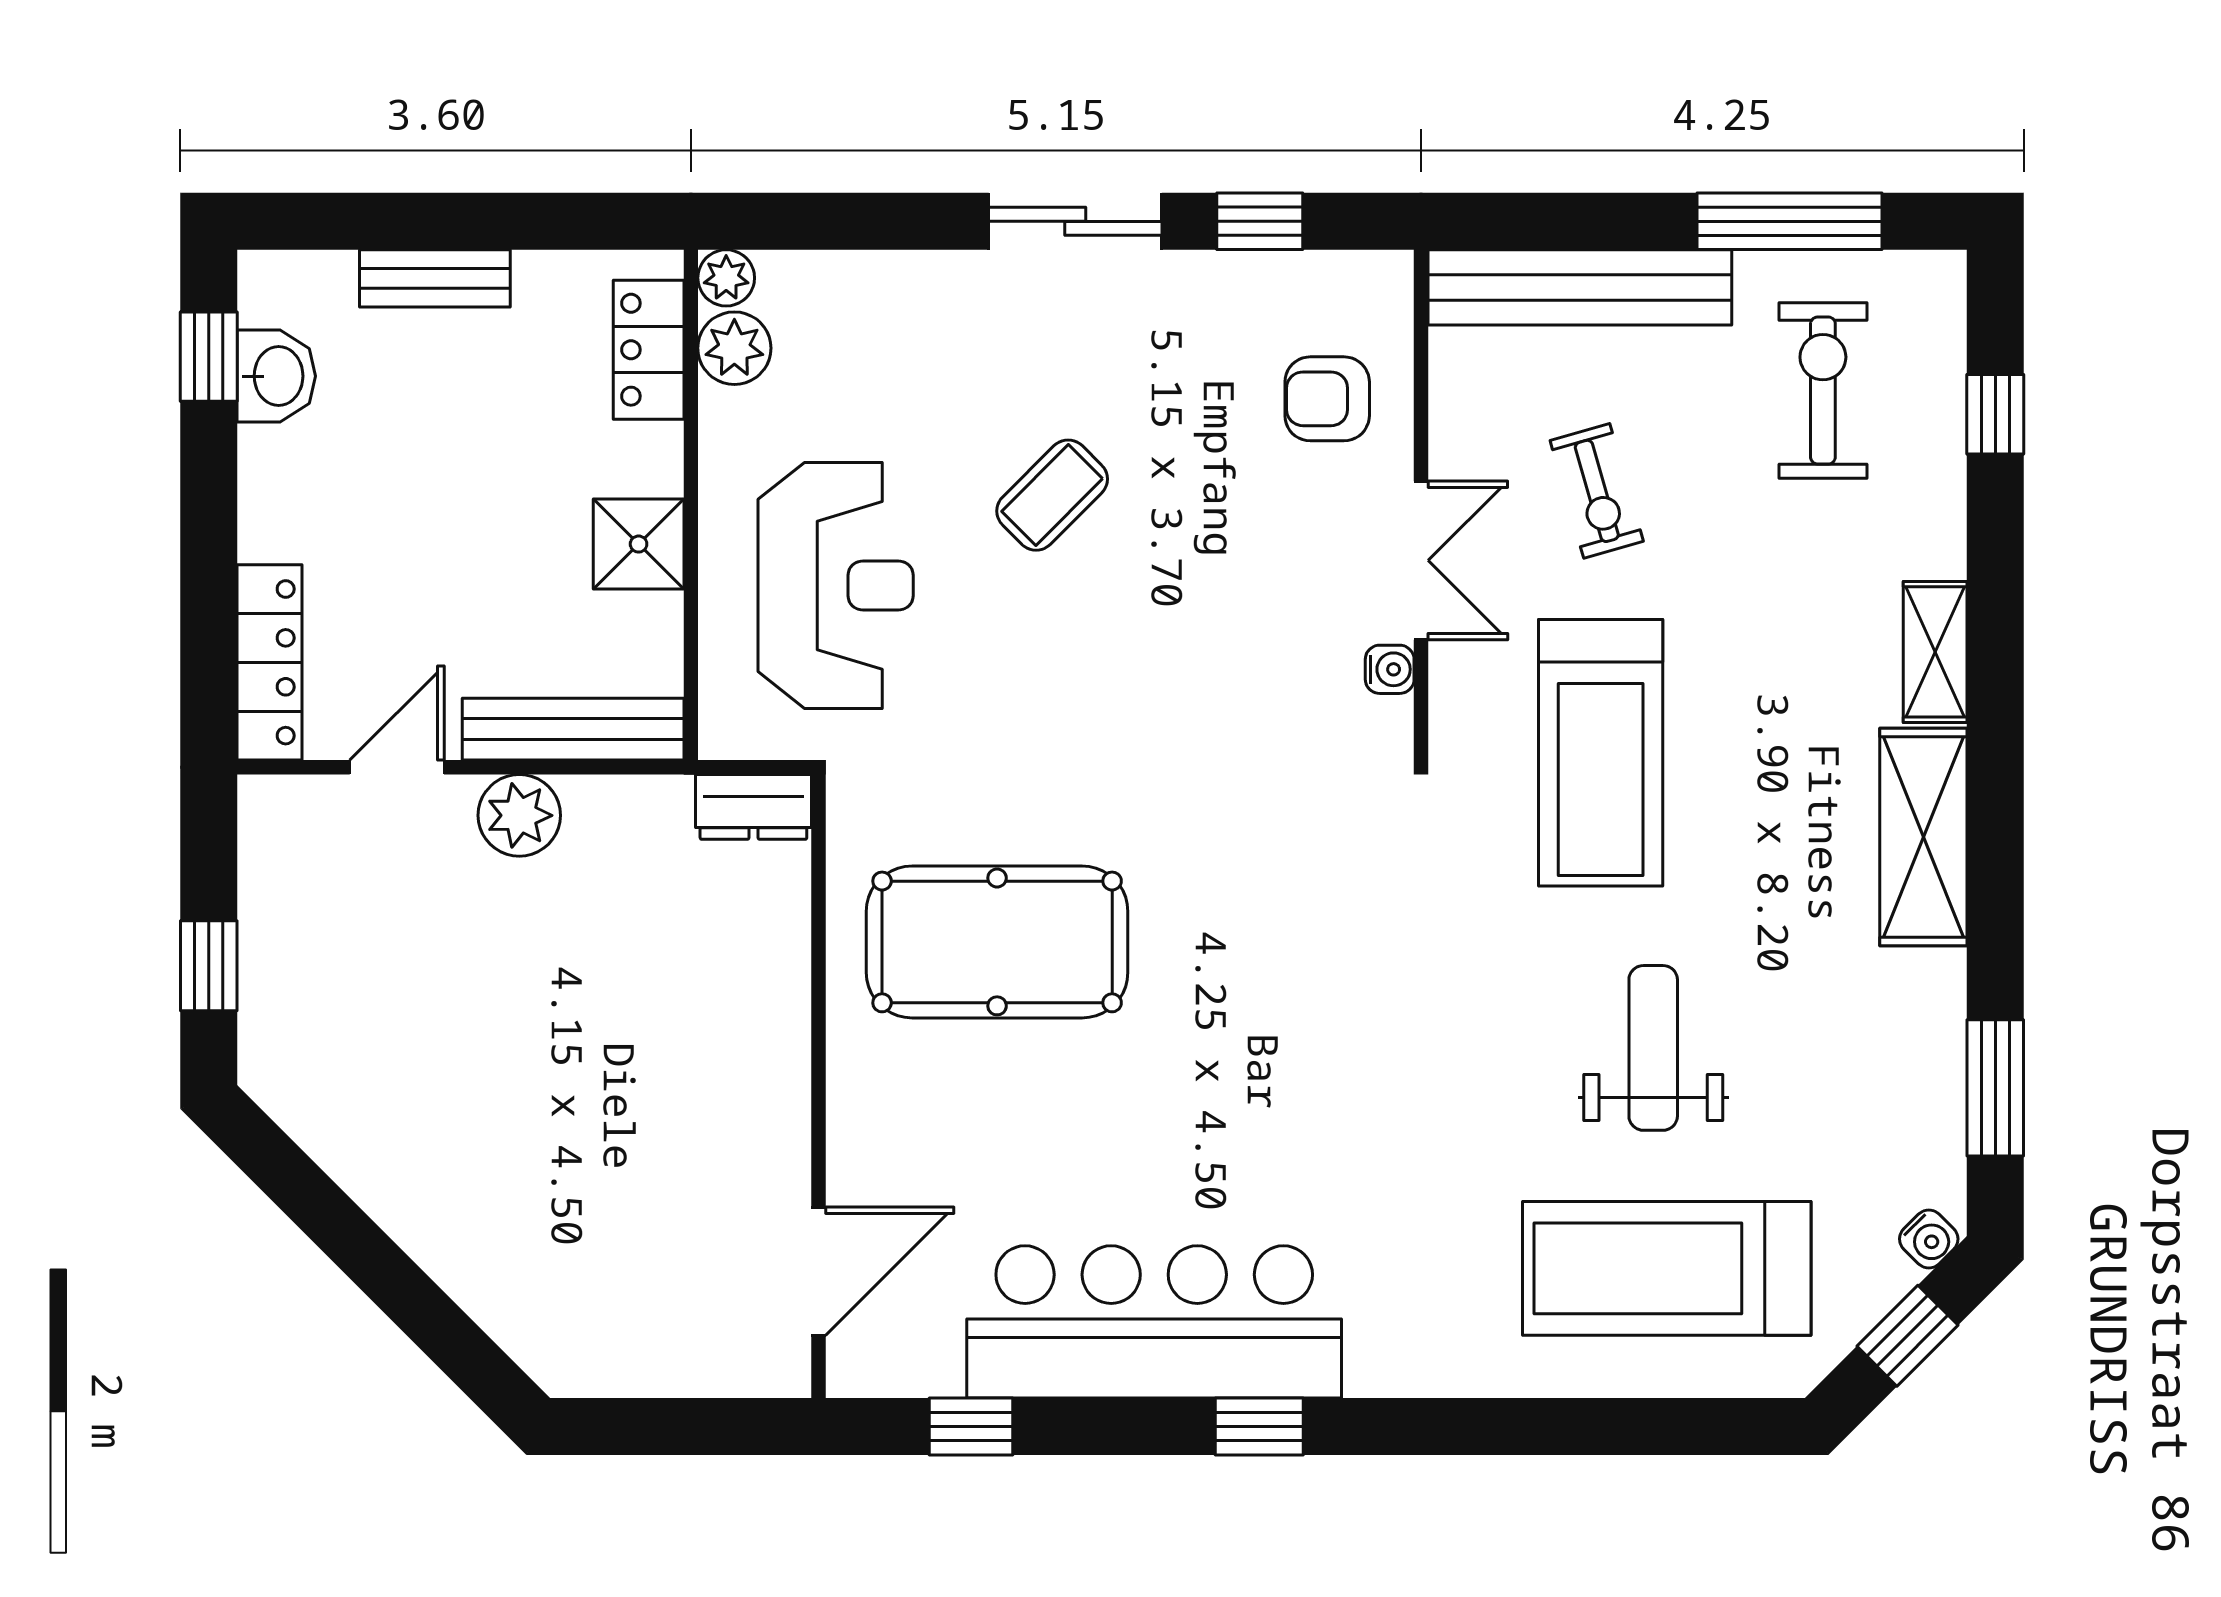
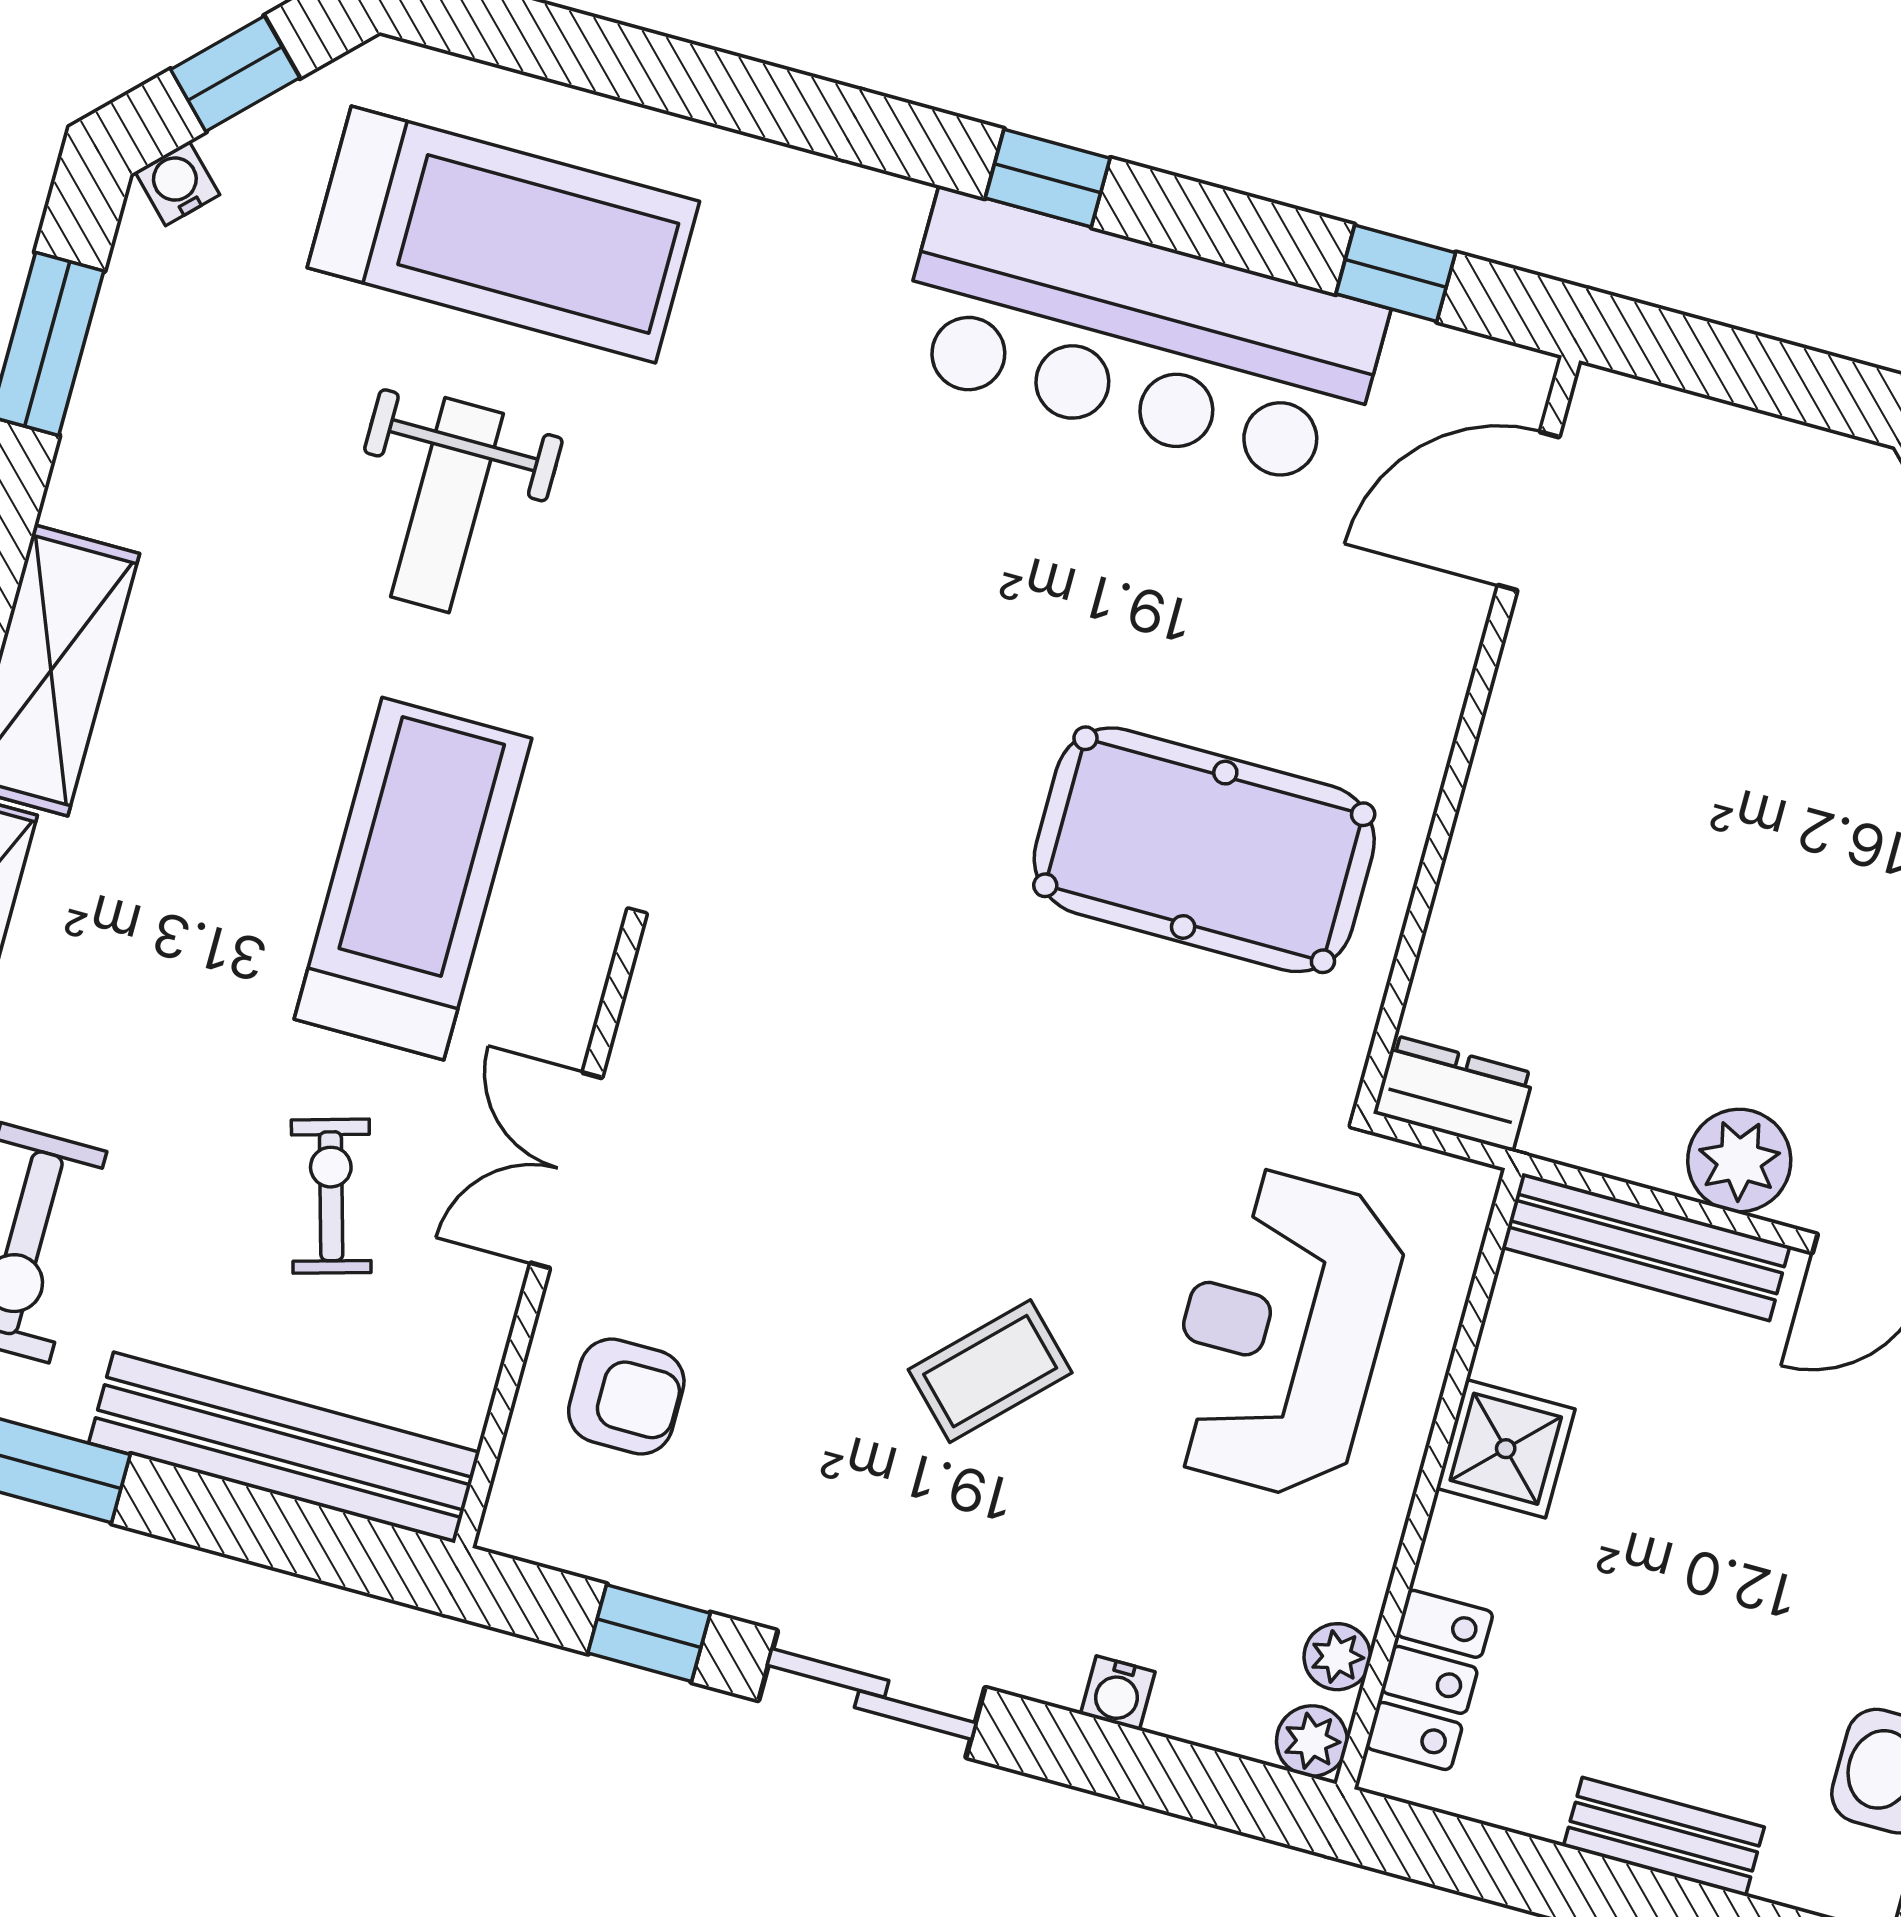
plant: (734, 348) -> (1337, 1657), width x0.73, depth x0.73
water cooler: (1390, 669) -> (1118, 1693), moved, turned -90

